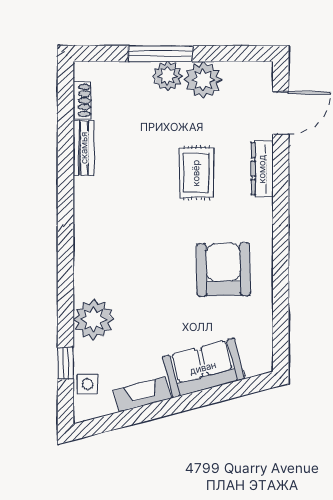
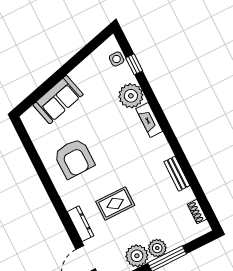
bench: (84, 148) -> (177, 174), moved
rug: (196, 173) -> (115, 203), turned 90
fireplace: (142, 394) -> (149, 120), moved, turned 105

